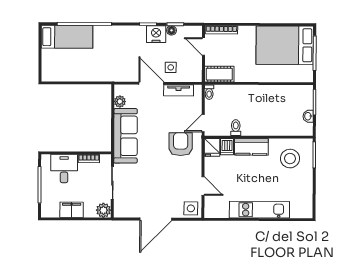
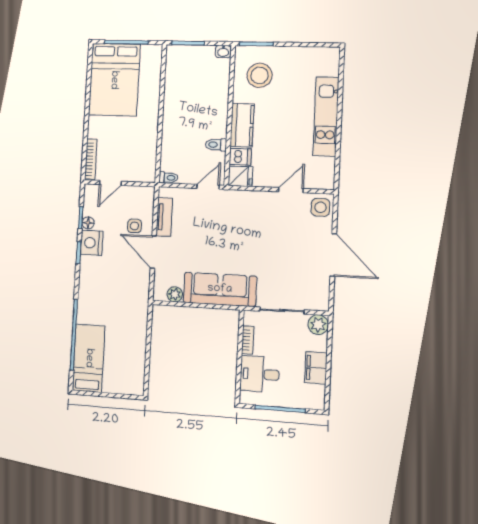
cot: (219, 74) -> (146, 164), removed
door: (151, 83) -> (153, 252), hinge flipped
washbasin: (308, 116) -> (223, 52), moved
door: (203, 123) -> (208, 187), swing flipped
armchair: (181, 144) -> (234, 217), removed

